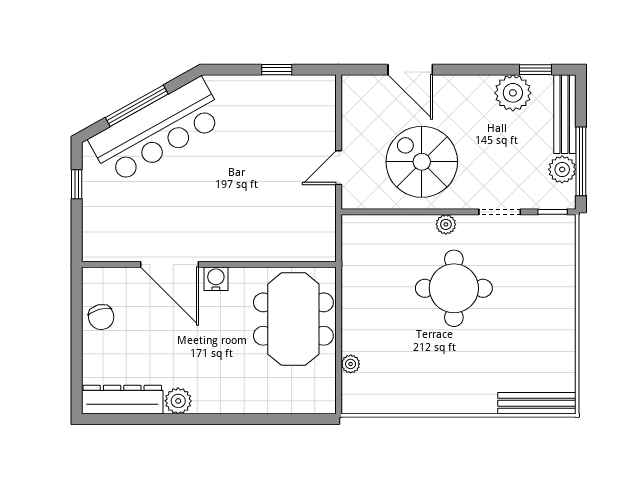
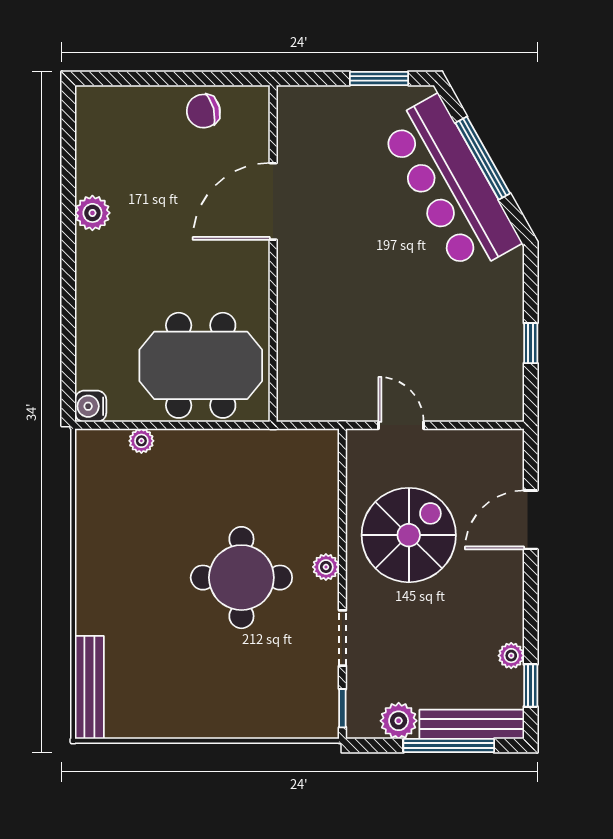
plant: (513, 93) -> (511, 656), width x0.53, depth x0.53
window: (581, 161) -> (449, 746), moved
window: (77, 184) -> (379, 78), width x1.50
water cooler: (216, 279) -> (91, 406), moved, turned 180
dresser: (122, 400) -> (94, 139), removed

